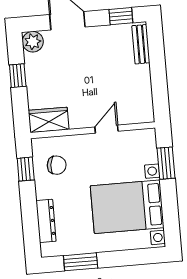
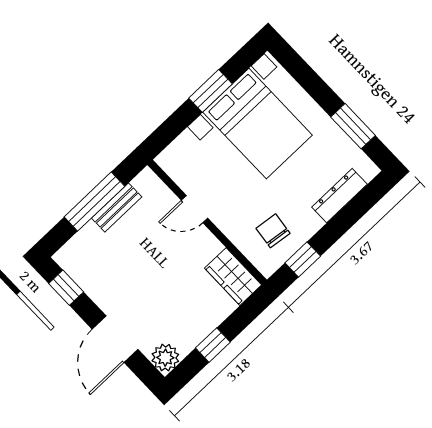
bench: (141, 44) -> (117, 207), moved
window: (158, 74) -> (94, 202), added
window: (166, 163) -> (211, 91), moved

